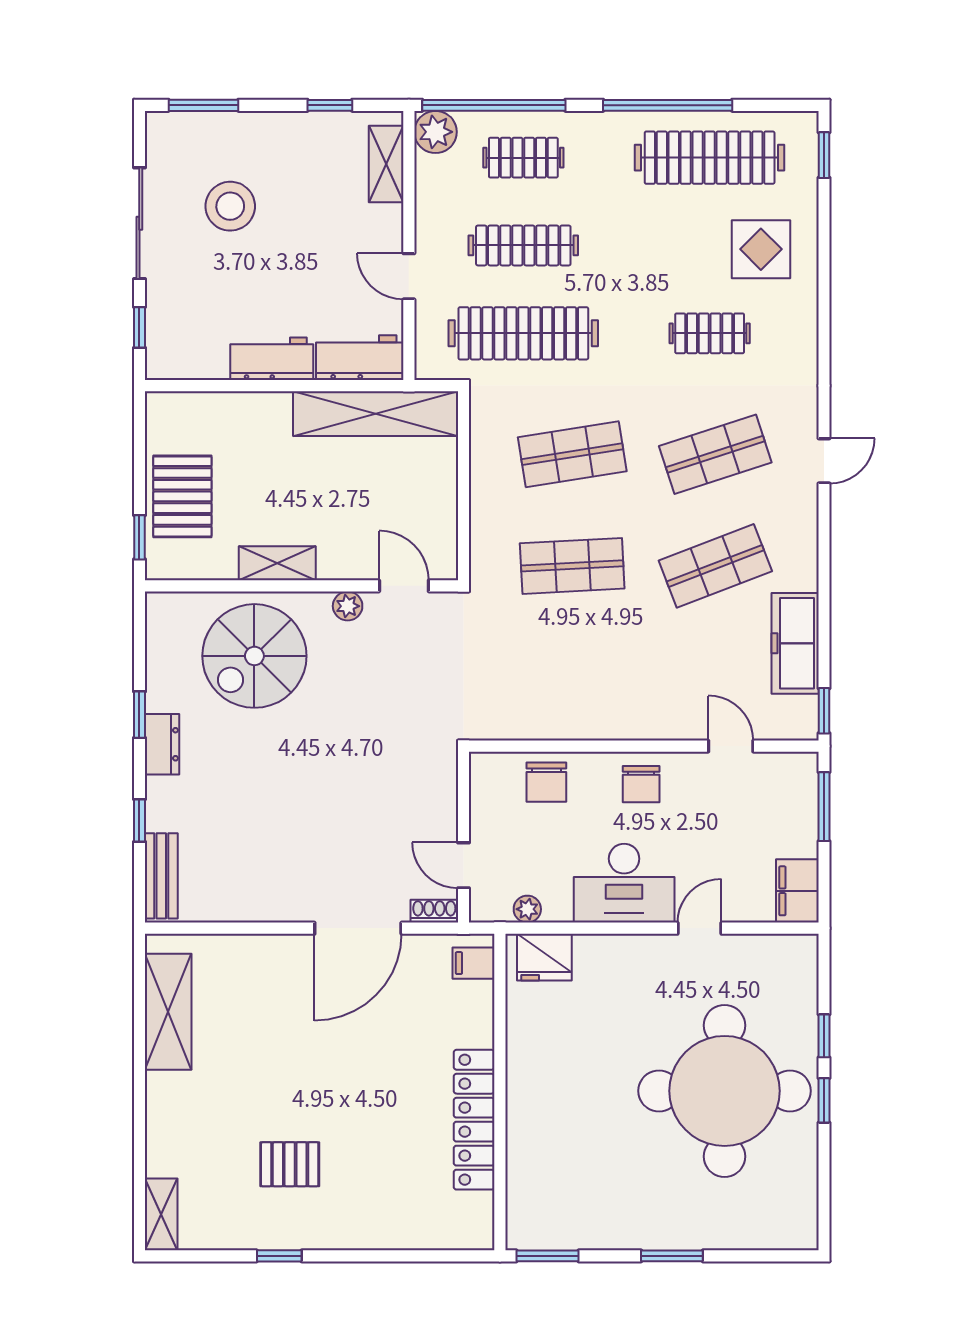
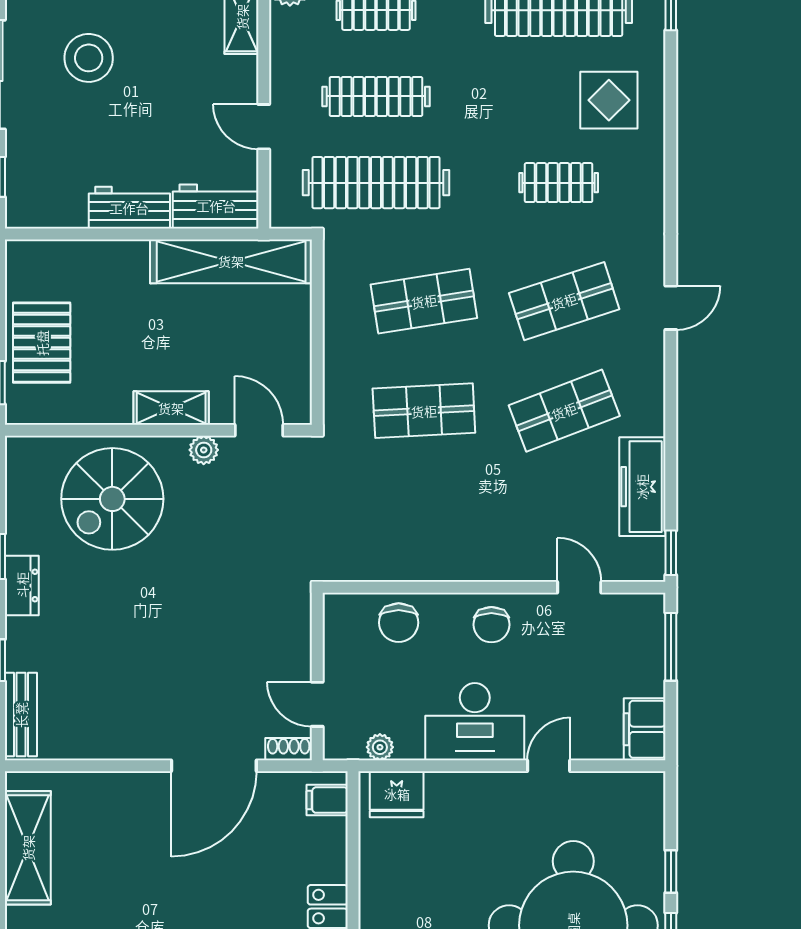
shelving: (277, 563) -> (171, 408), moved

